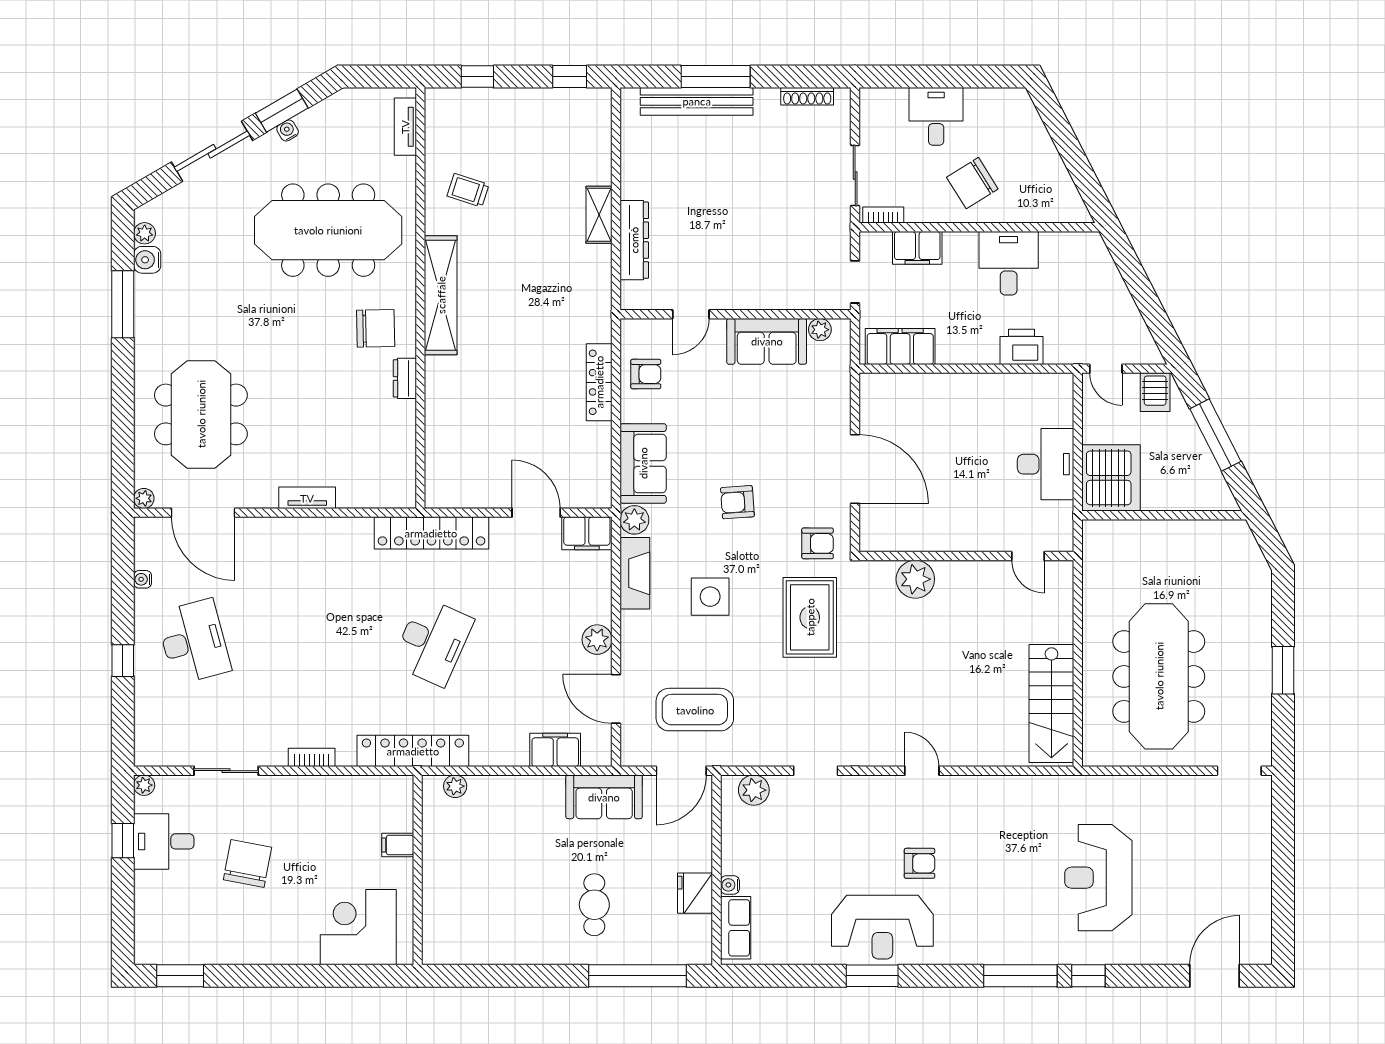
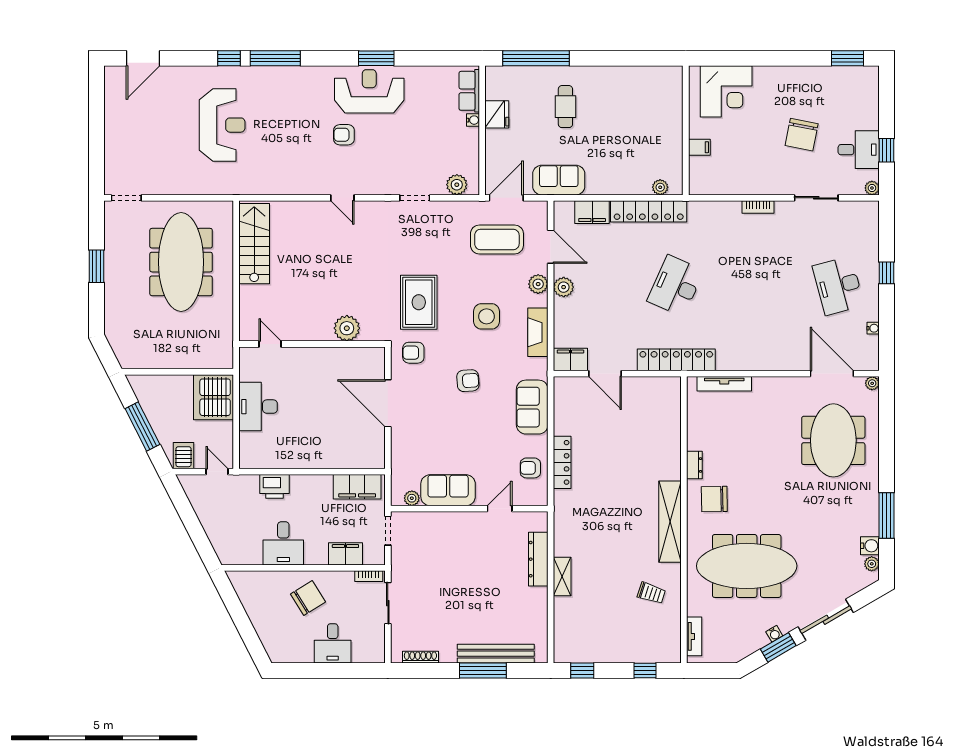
tv unit: (307, 498) -> (724, 384), moved, width x1.41
plant: (634, 520) -> (538, 284), moved
locker: (413, 751) -> (649, 211), moved

